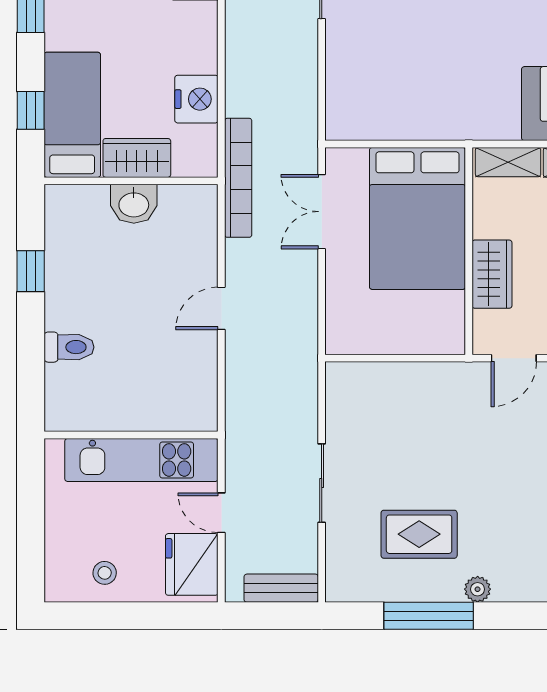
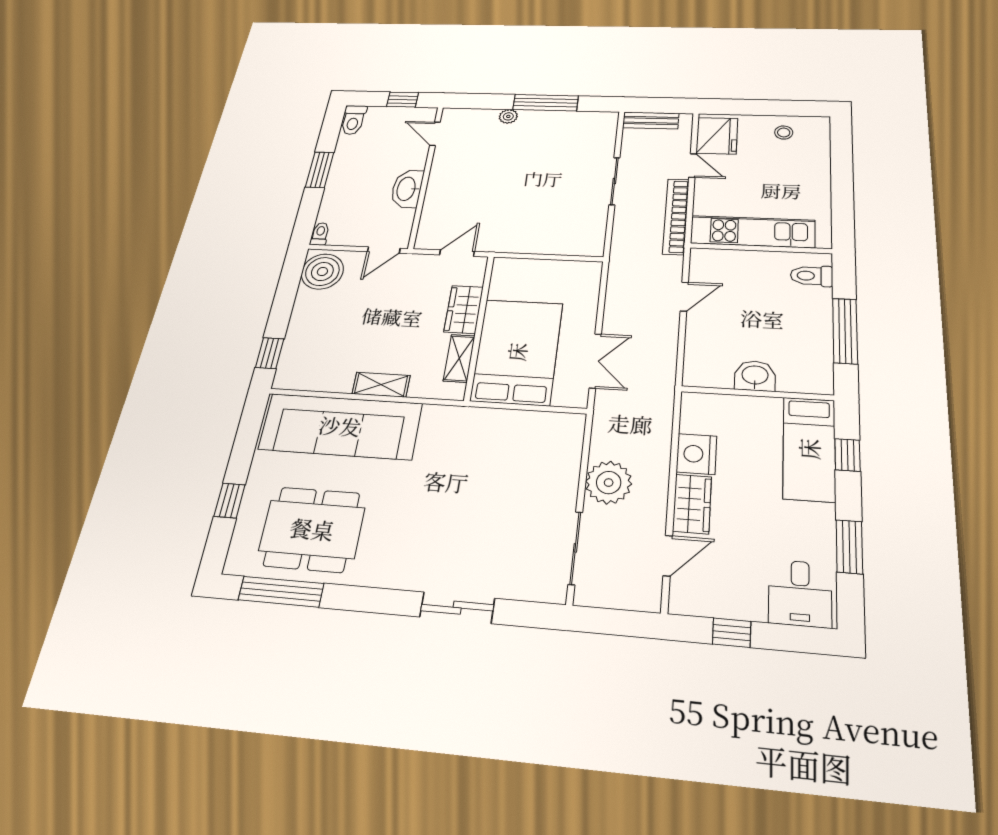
plant: (292, 57) -> (609, 483), added
wardrobe: (137, 158) -> (692, 504), moved, turned -90
shelving: (508, 162) -> (459, 358), moved, turned 90
bookcase: (238, 178) -> (676, 216), moved
window: (31, 271) -> (845, 331), width x2.17
wall: (131, 435) -> (761, 248), moved
kitchen unit: (141, 460) -> (753, 232), moved
rug: (419, 534) -> (546, 149), removed

